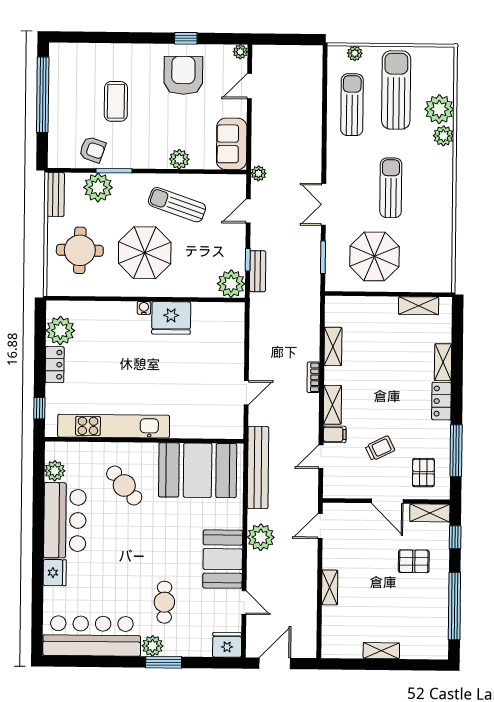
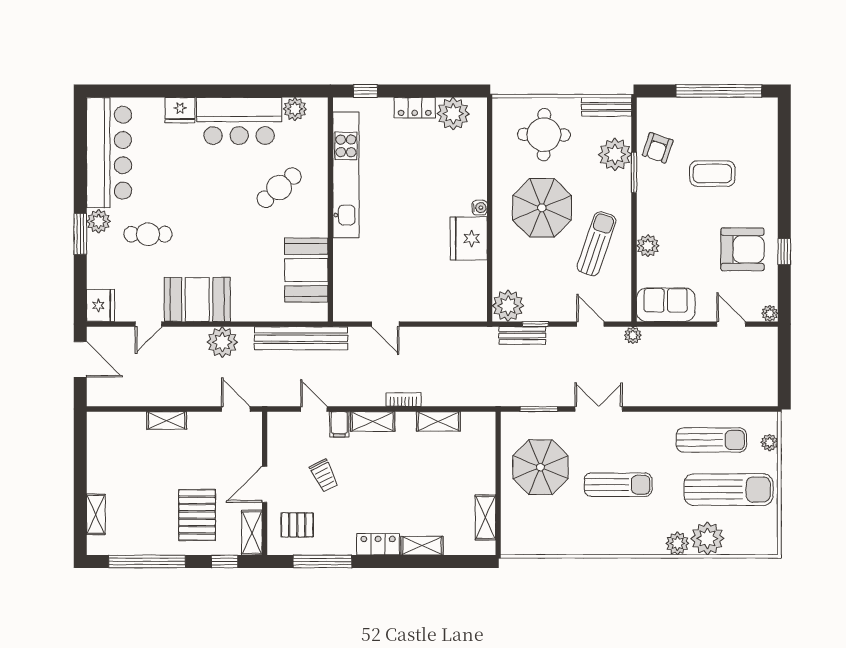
booth: (198, 470) -> (306, 270), width x0.73, depth x0.70
pallet: (414, 561) -> (197, 515), width x1.50, depth x1.42
shelving: (381, 651) -> (96, 514), moved

